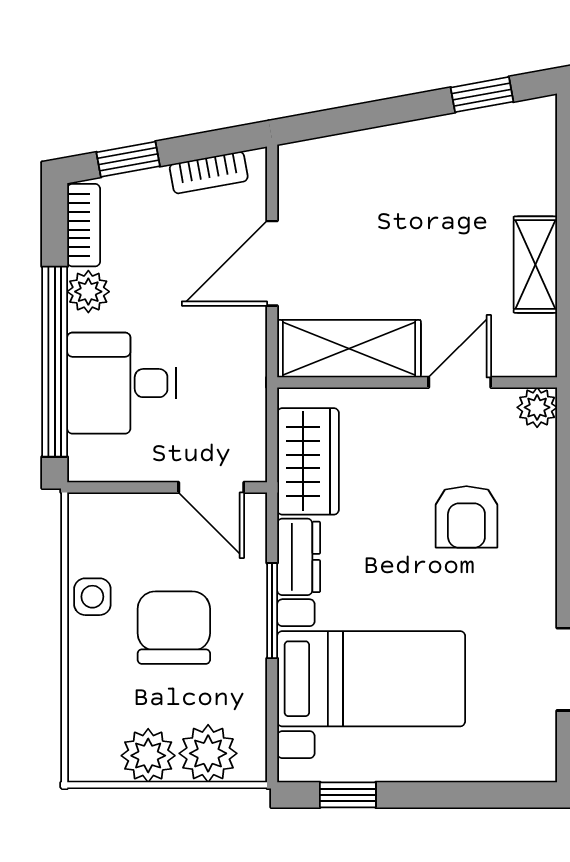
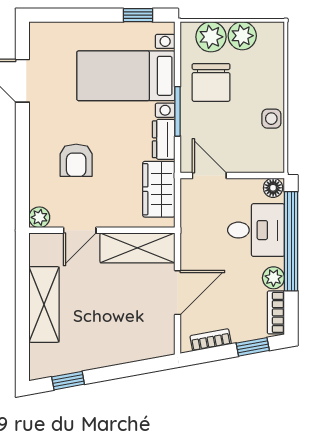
shelving: (535, 265) -> (44, 304), width x1.50, depth x1.33
floor lamp: (89, 464) -> (273, 188), added
armchair: (466, 517) -> (76, 160), turned 180
chair: (174, 628) -> (211, 82), moved

